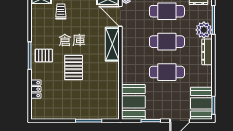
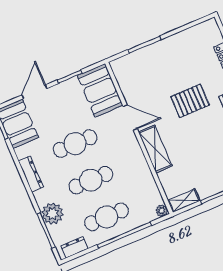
door: (120, 16) -> (130, 118), moved
dresser: (207, 52) -> (31, 174), moved
pallet: (74, 67) -> (190, 101), turned 90

